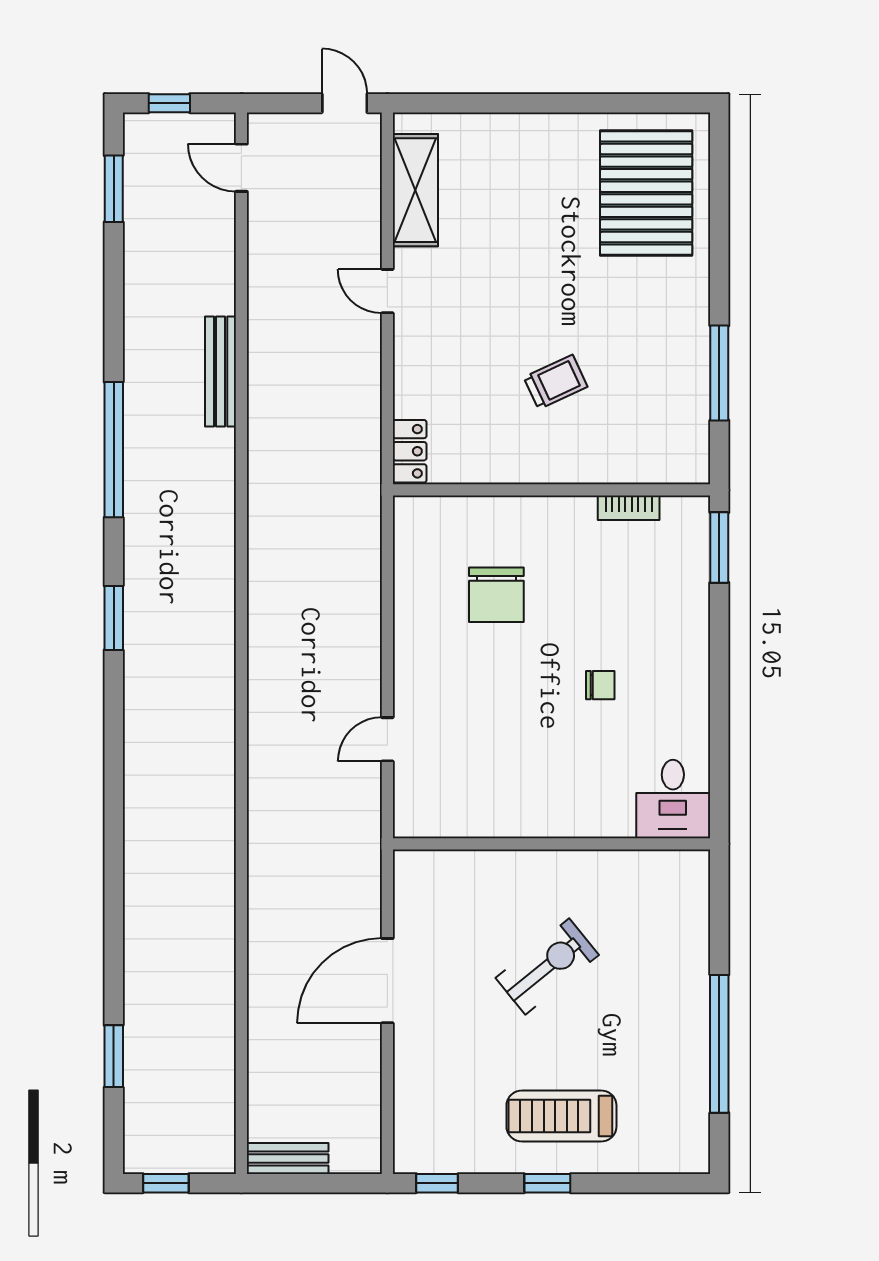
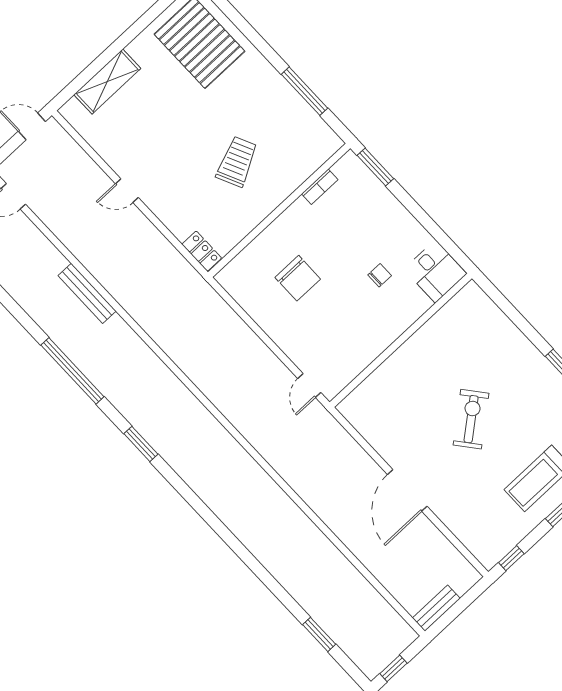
shelving: (415, 190) -> (107, 82), moved, turned 90
trolley: (556, 382) -> (237, 162), width x1.36, depth x1.39
desk: (673, 799) -> (435, 271), moved
wall: (552, 844) -> (401, 340), moved

